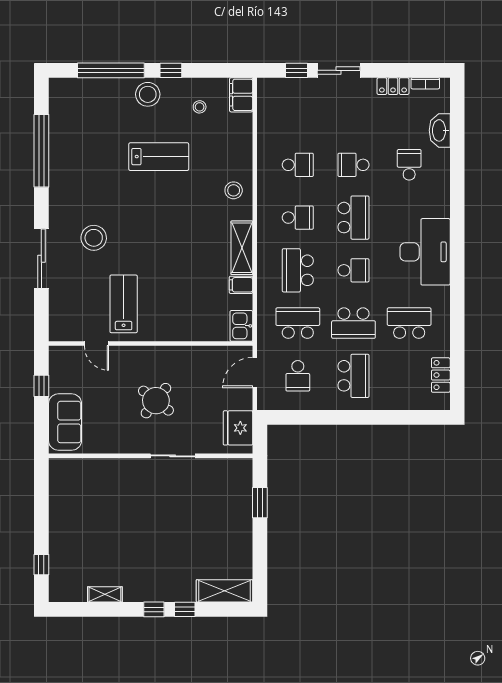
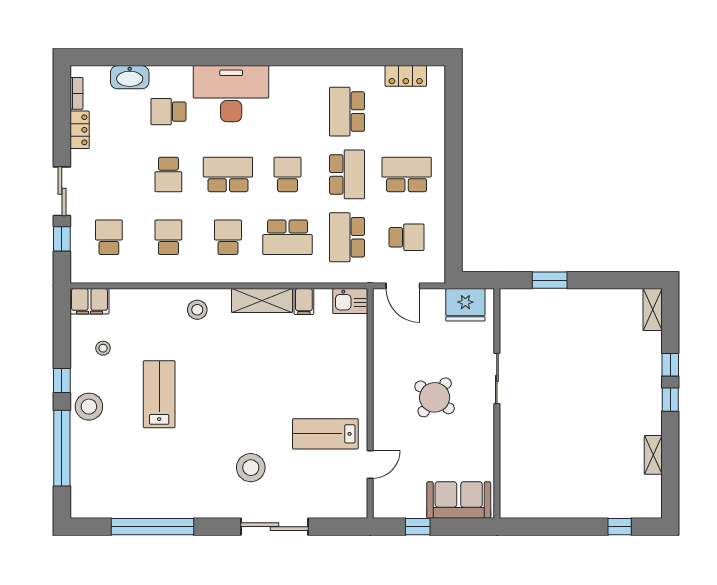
school desk: (298, 112) -> (109, 237), added
desk: (425, 252) -> (231, 94), moved
shelving: (224, 591) -> (653, 309), width x0.67, depth x0.75

